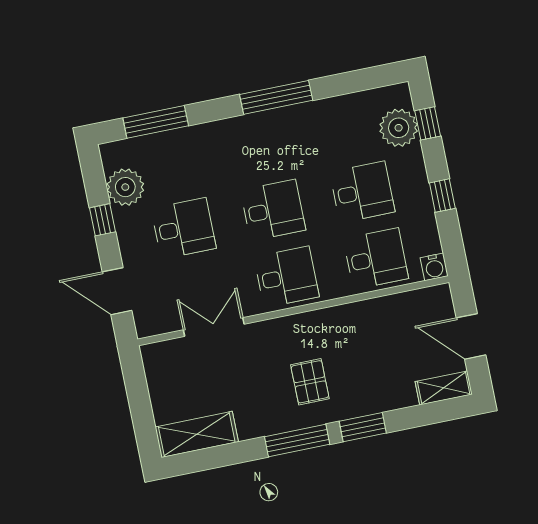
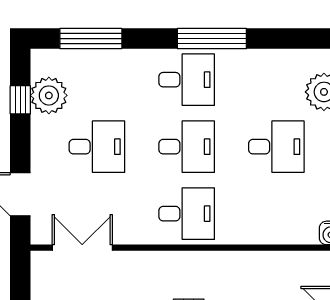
window: (102, 220) -> (20, 100), moved
desk: (376, 259) -> (187, 80), moved
double door: (214, 327) -> (82, 248), moved

